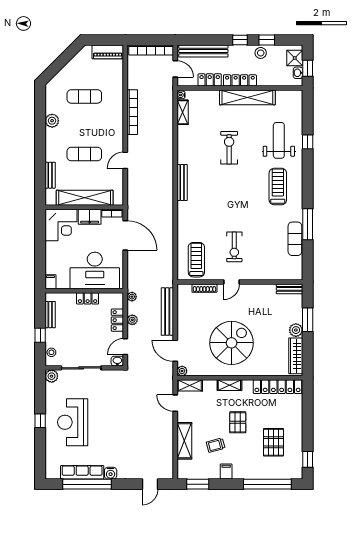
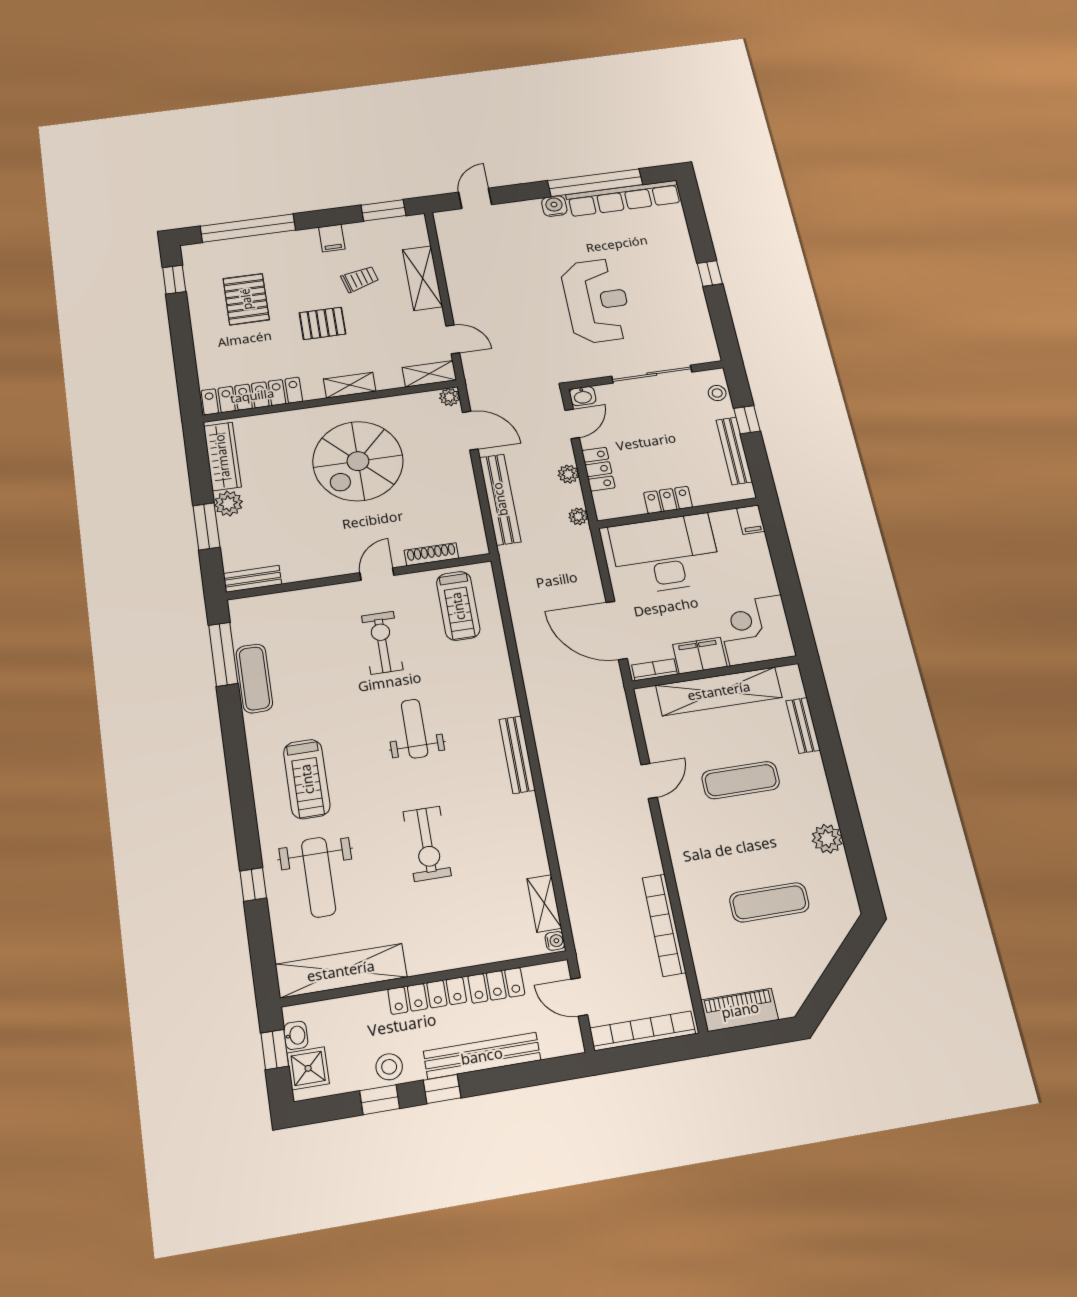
bench: (203, 51) -> (482, 1056), moved
shelving: (247, 97) -> (341, 971), moved
bookcase: (132, 112) -> (664, 925), moved
weight bench: (226, 203) -> (414, 729), added
window: (308, 224) -> (223, 654), moved
bench: (50, 315) -> (734, 451), width x1.36
plant: (52, 376) -> (707, 352), removed
reception desk: (73, 422) -> (597, 301), moved
pallet: (238, 422) -> (322, 323), turned 90
row of seats: (82, 472) -> (624, 198), width x1.36

